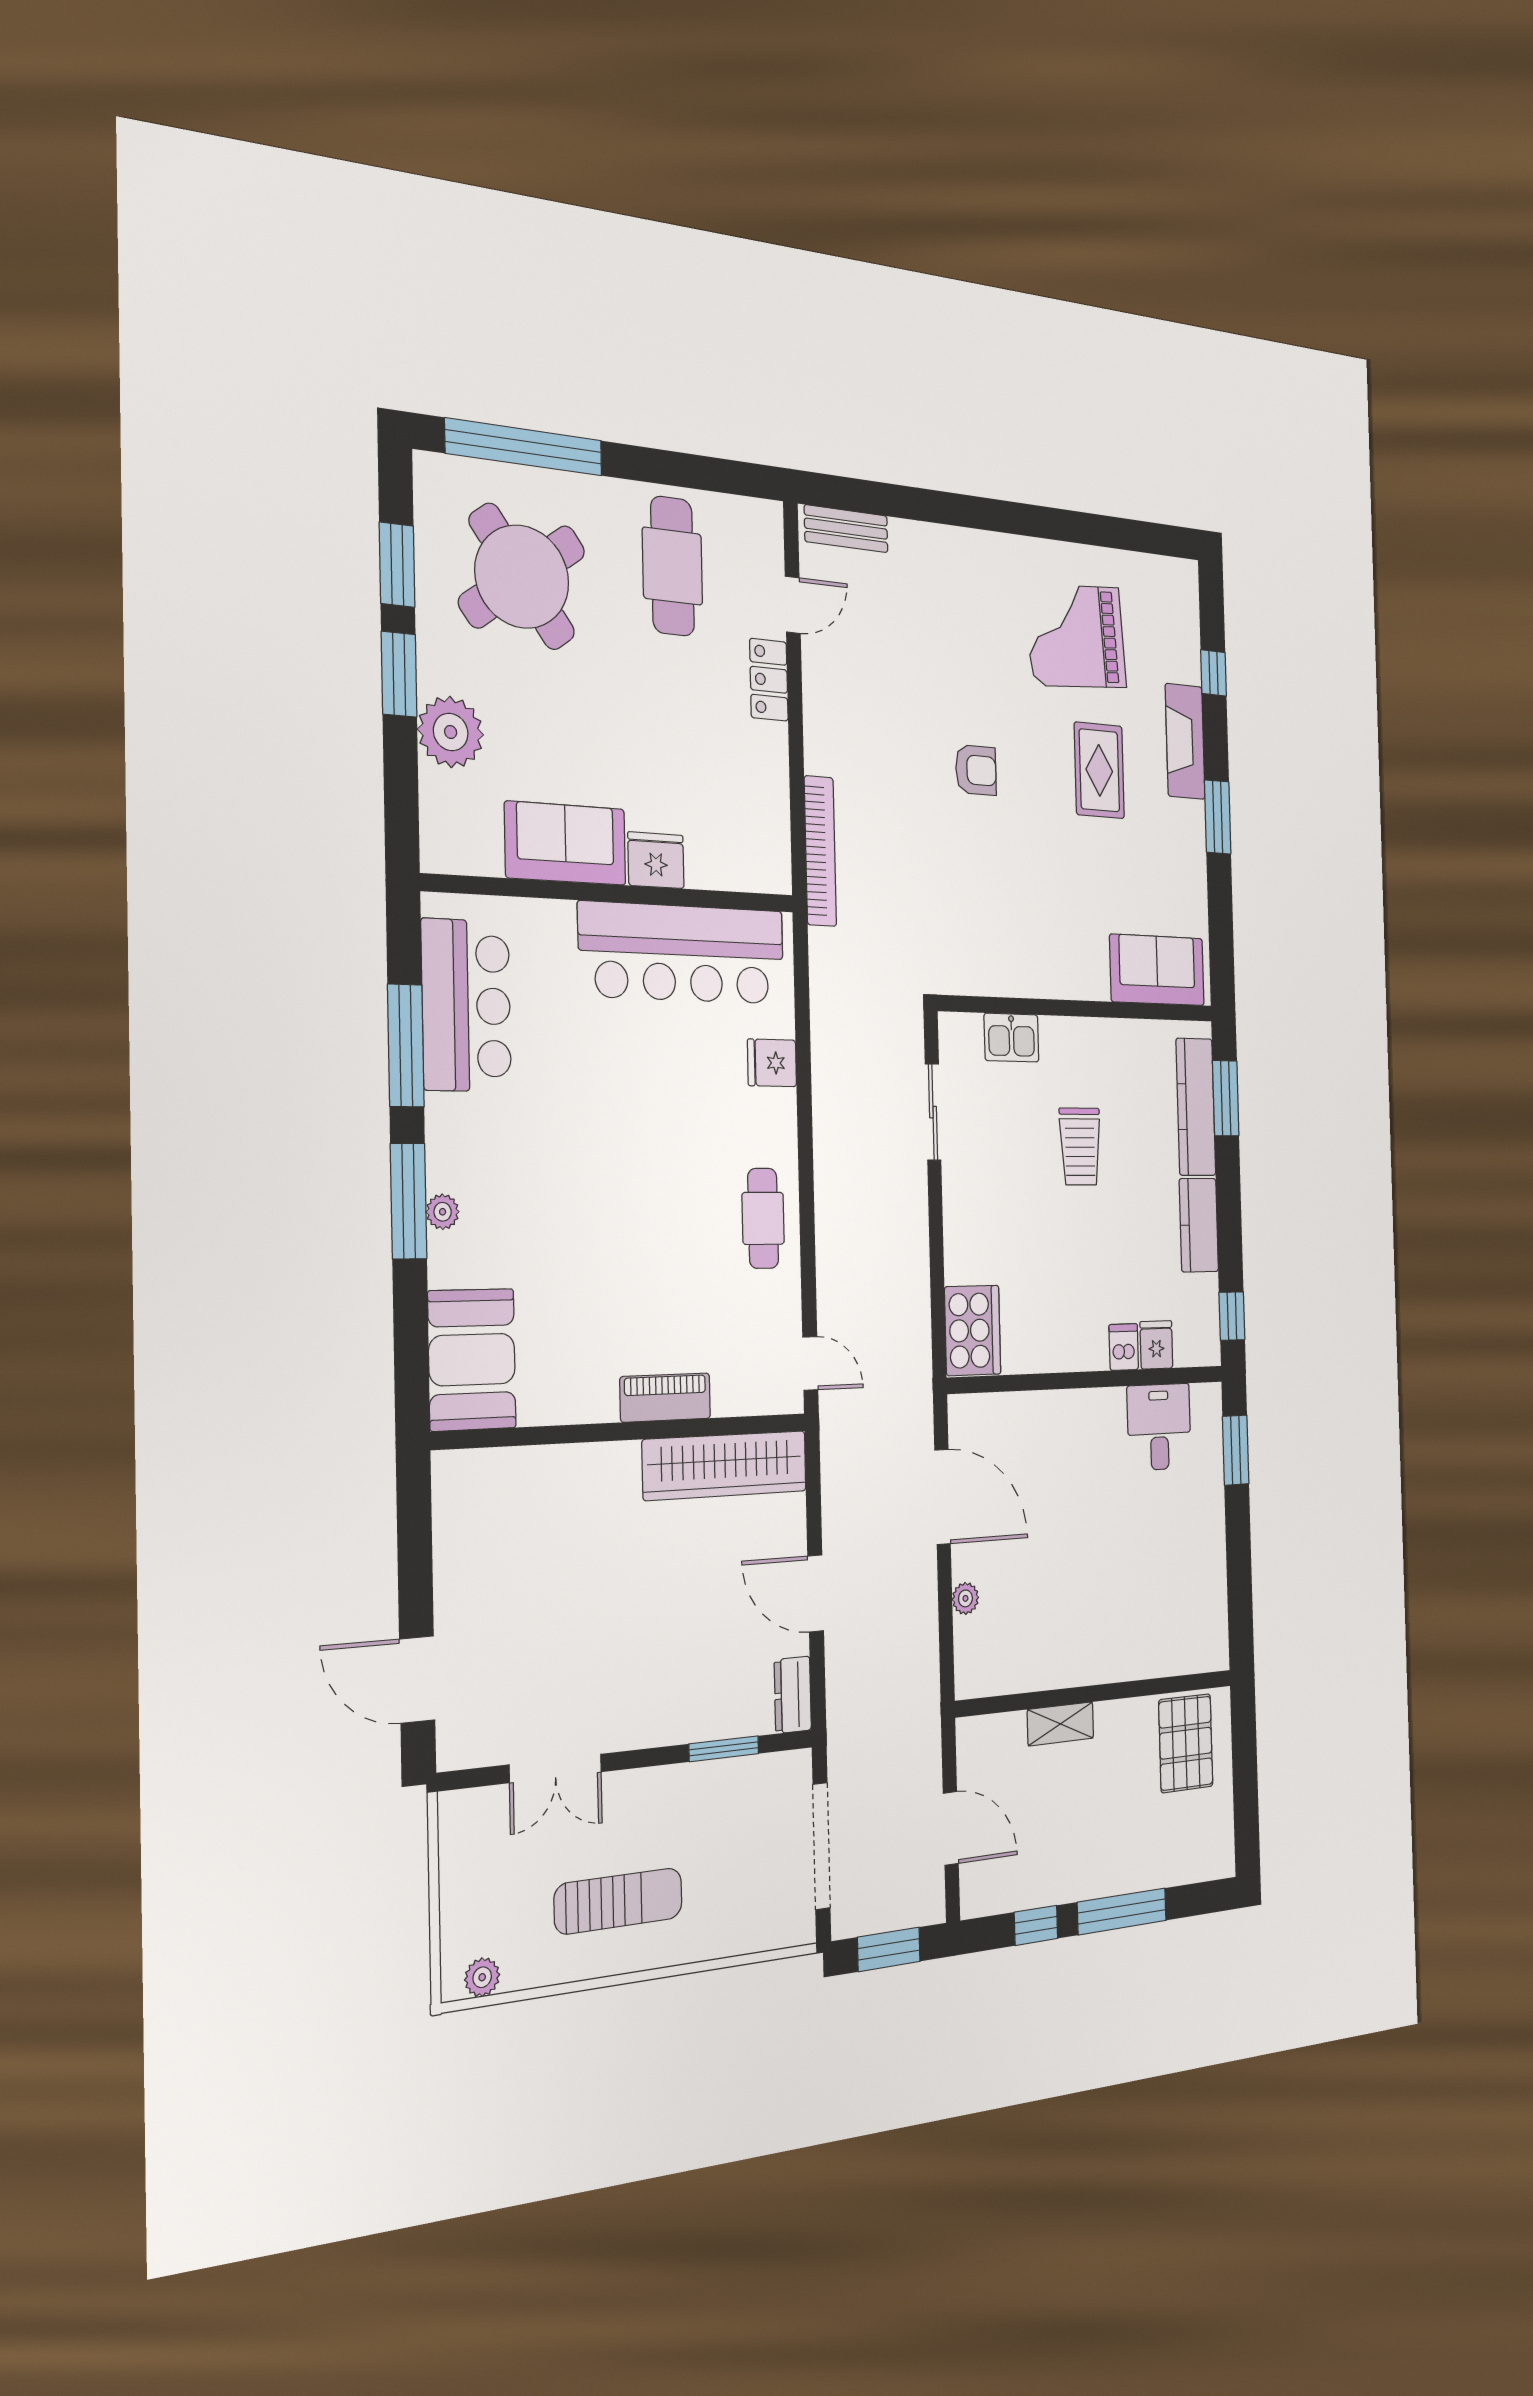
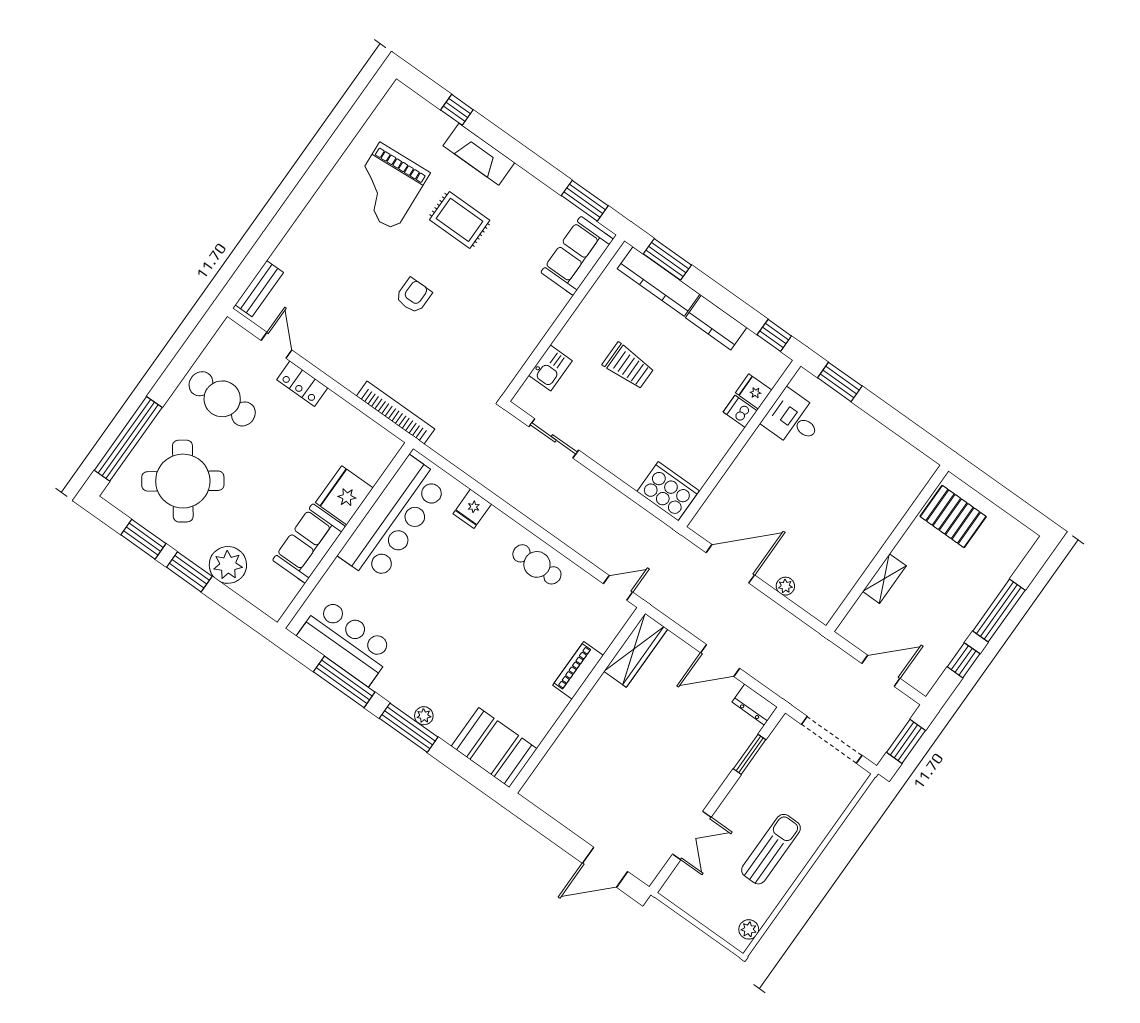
window: (1218, 817) -> (585, 201), moved
fridge: (656, 860) -> (344, 495), width x1.36, depth x1.34
wardrobe: (725, 1465) -> (636, 650), width x0.71, depth x0.85

